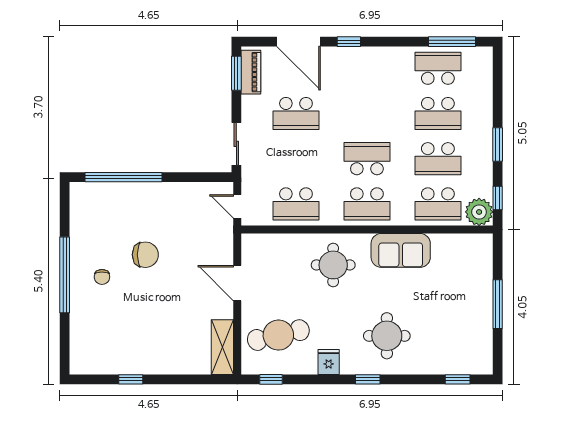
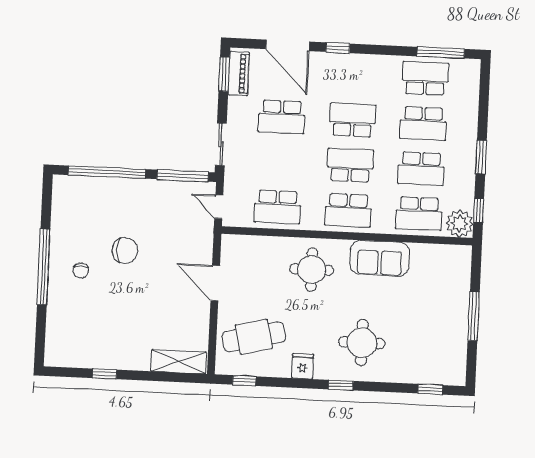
school desk: (367, 113) -> (352, 120), added
window: (200, 177) -> (183, 176), added
shelving: (222, 347) -> (179, 362), moved, turned 90

